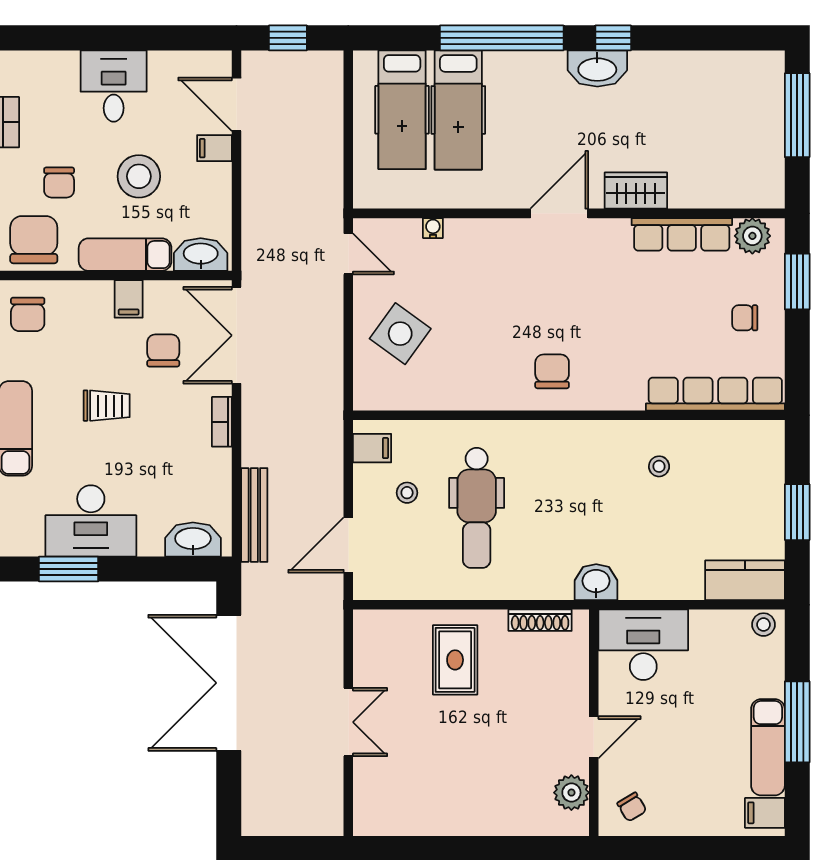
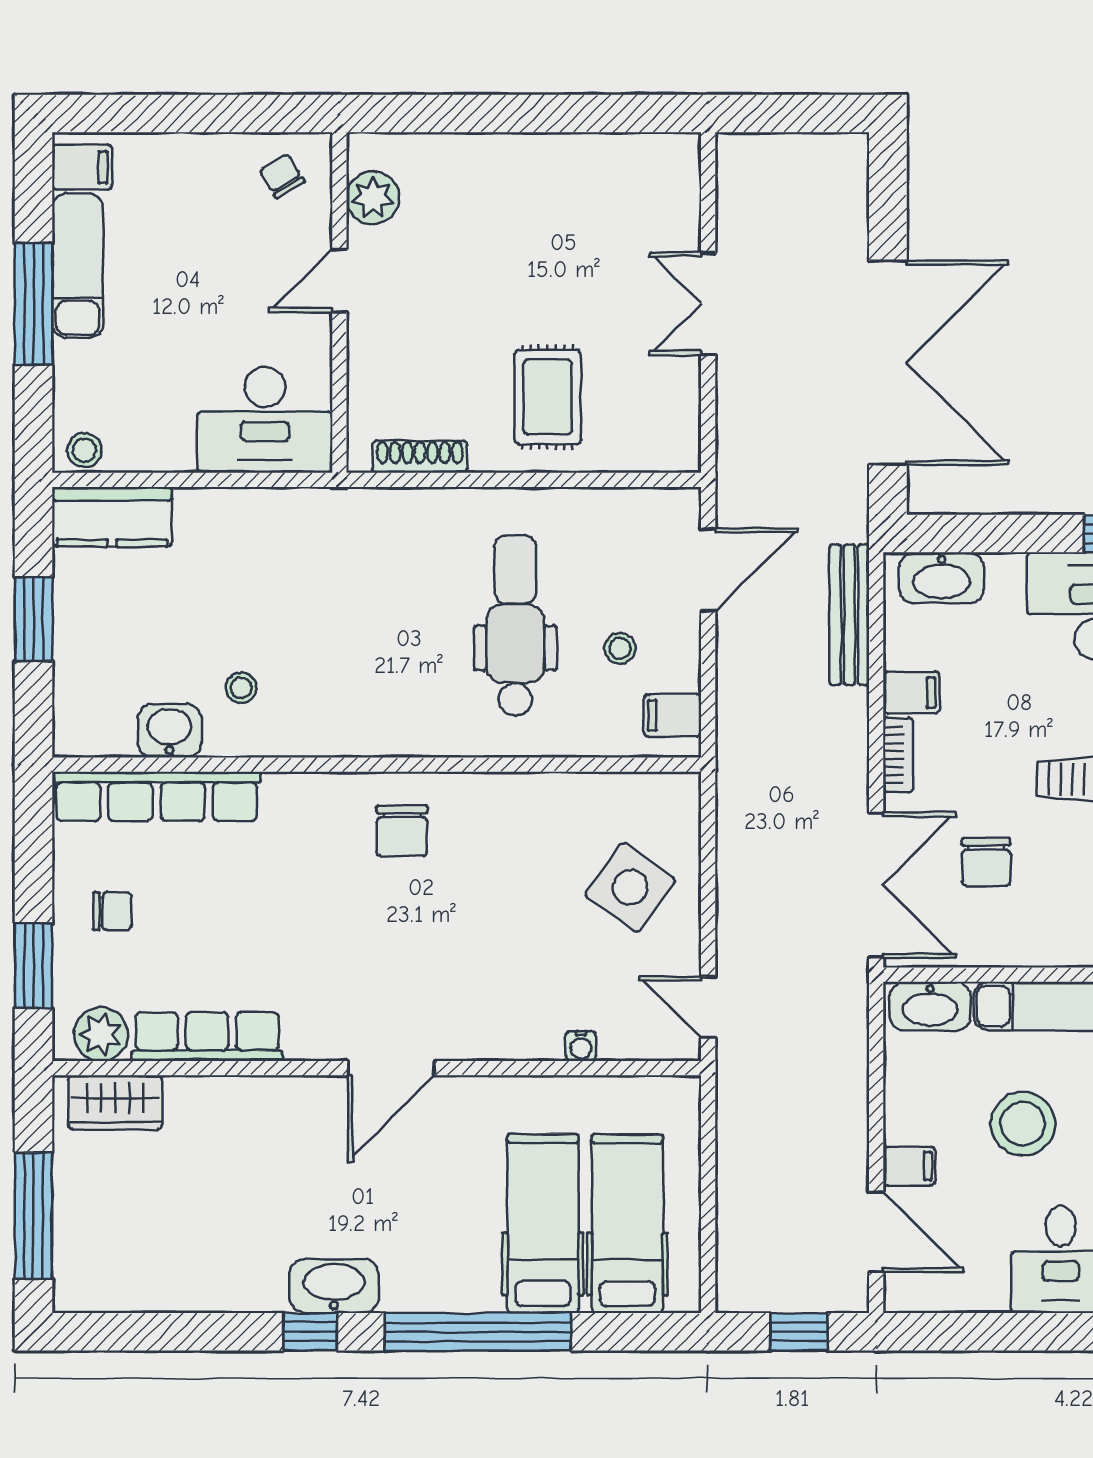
wardrobe: (636, 191) -> (115, 1102), moved
filing cabinet: (129, 299) -> (911, 693), moved, turned 90
washbasin: (596, 582) -> (170, 731), moved, turned 180

